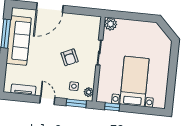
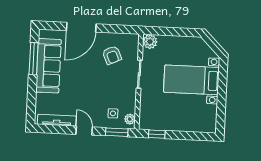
armchair: (70, 57) -> (112, 55), moved
bed with nightstands: (134, 81) -> (191, 80), moved, turned -90
tv unit: (23, 90) -> (57, 120), width x1.41

